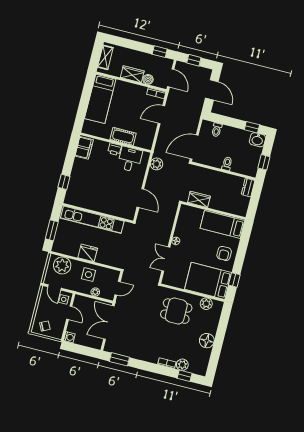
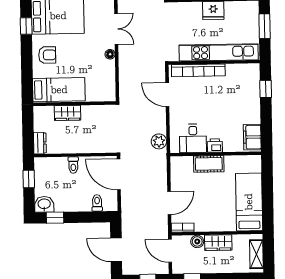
door: (194, 147) -> (119, 174), swing flipped
wardrobe: (199, 199) -> (68, 113), moved
bookcase: (112, 210) -> (198, 70), added
armchair: (224, 253) -> (47, 55), turned 90

